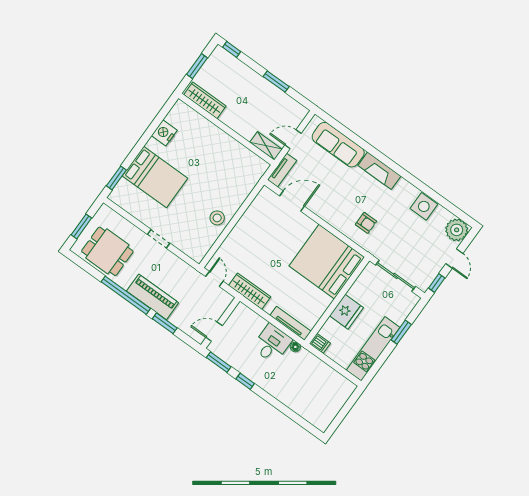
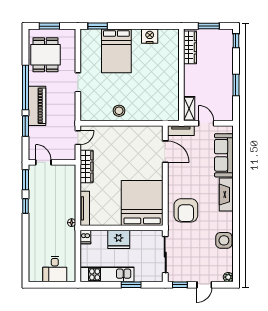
armchair: (366, 223) -> (186, 210), width x1.88, depth x1.88
plant: (457, 230) -> (228, 277), width x0.53, depth x0.53
desk: (272, 344) -> (55, 269), moved, turned 90

